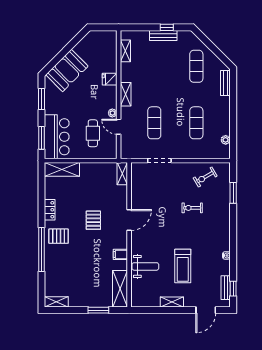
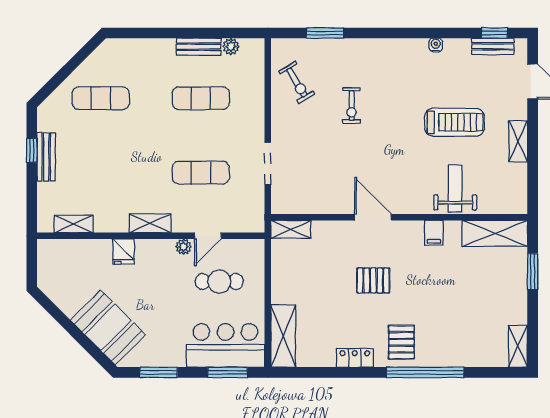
bench: (225, 83) -> (199, 47), moved

